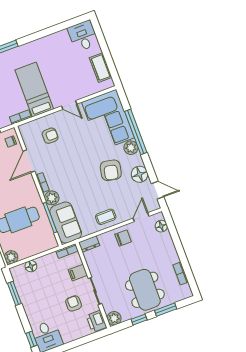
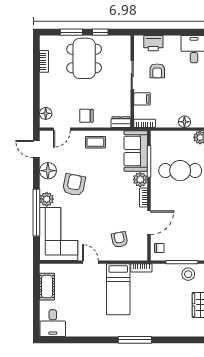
armchair: (50, 136) -> (120, 240), turned 79
plant: (114, 318) -> (124, 42), removed
printer: (96, 321) -> (153, 43), moved, turned 90

